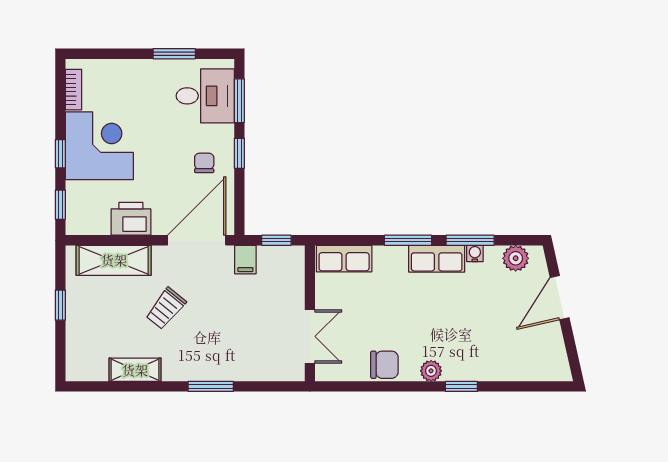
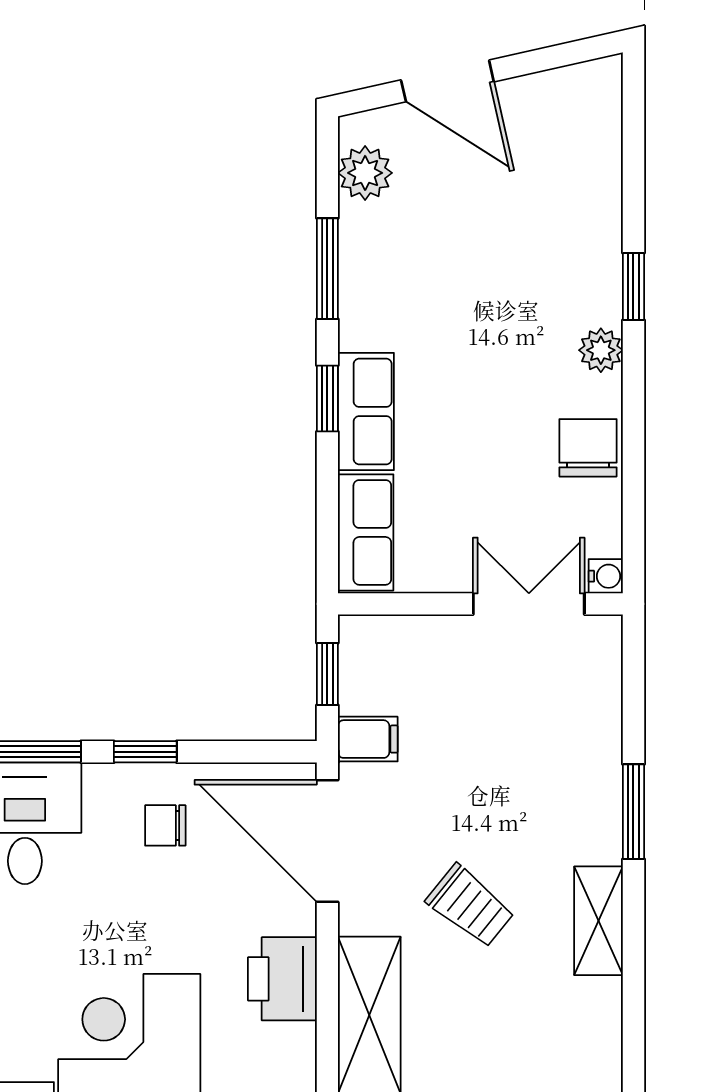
window: (408, 240) -> (327, 398), width x0.67
water cooler: (475, 253) -> (606, 576), moved, turned 180
row of seats: (437, 259) -> (366, 411), moved
shelving: (135, 370) -> (598, 921), moved

